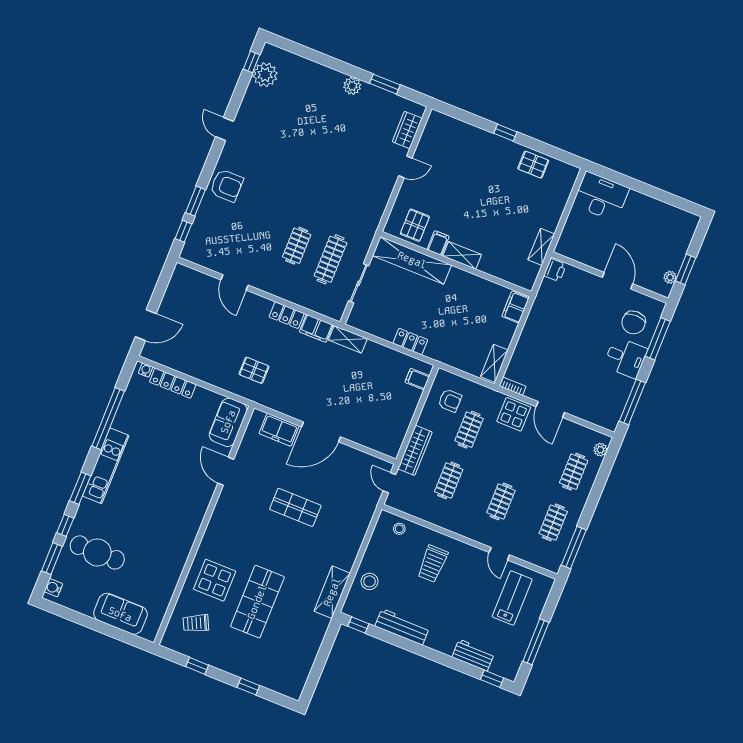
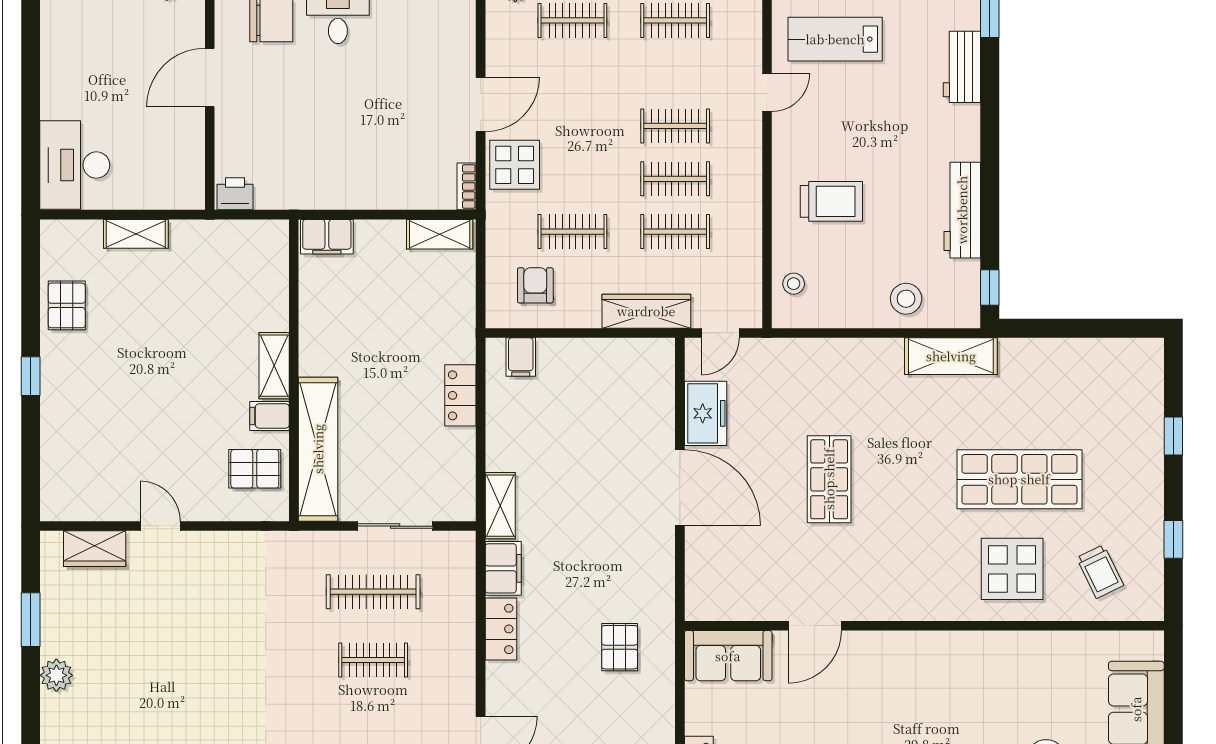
shelving: (541, 247) -> (136, 234), moved
freezer: (279, 430) -> (706, 413), moved
clothes rail: (475, 491) -> (675, 179), added

